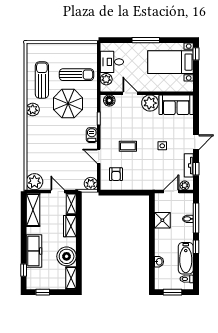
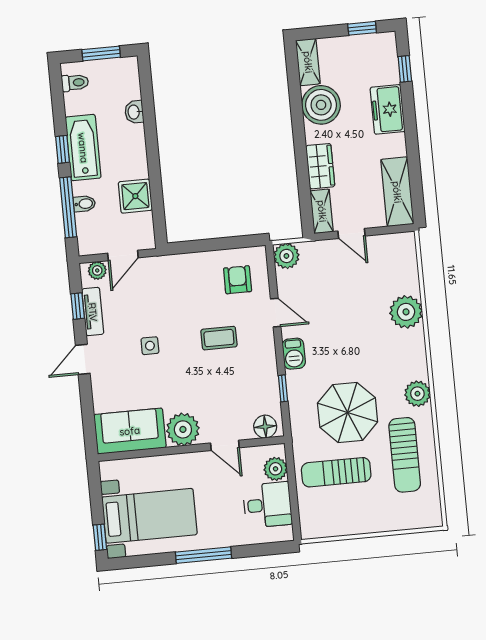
plant: (34, 182) -> (406, 312), moved
freezer: (34, 251) -> (388, 109), width x0.71
bathtub: (186, 258) -> (83, 148), moved

